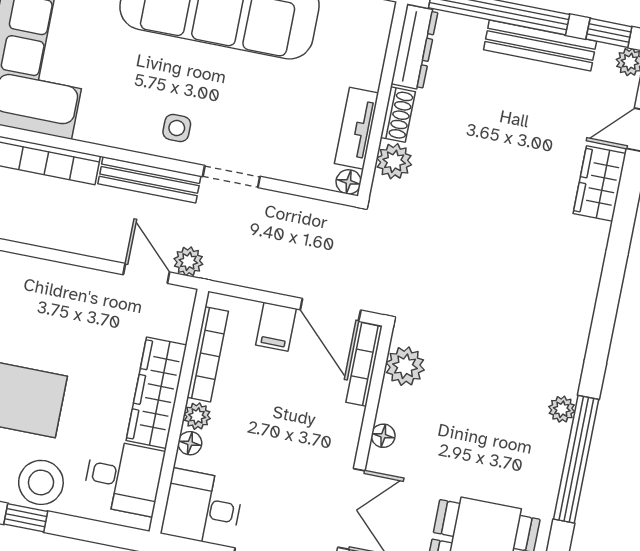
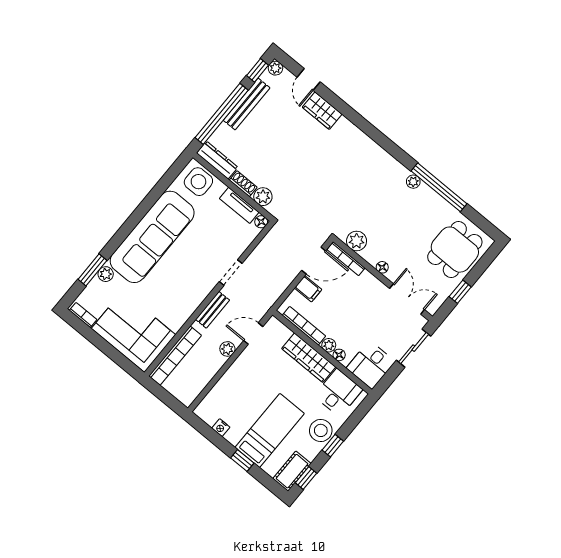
side table: (177, 128) -> (198, 182), moved, width x1.87, depth x1.87
bench: (149, 180) -> (212, 310), width x0.73
plant: (188, 261) -> (227, 349), moved

